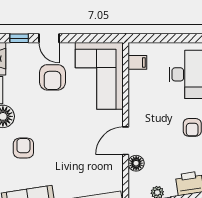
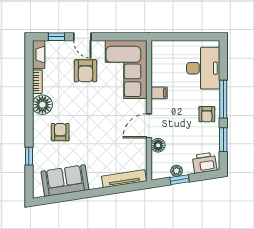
filing cabinet: (137, 62) -> (159, 93), moved

